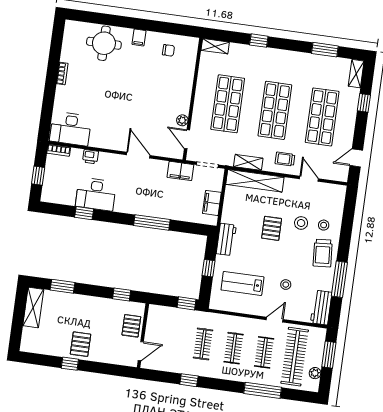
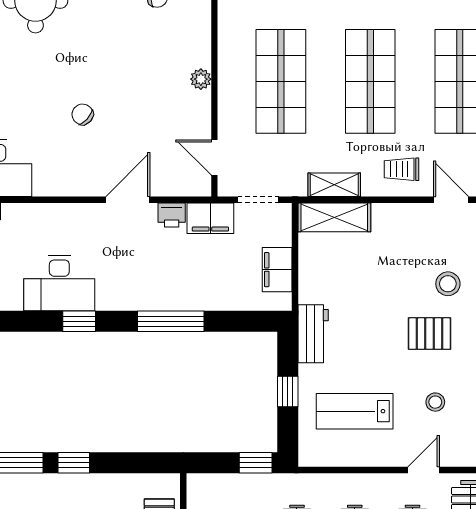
chair: (121, 107) -> (83, 114), added
plant: (182, 120) -> (201, 79), moved
door: (138, 155) -> (128, 200), hinge flipped
printer: (91, 157) -> (172, 215), moved
shelving: (255, 181) -> (334, 217), width x0.68
window: (84, 213) -> (79, 321), moved
pallet: (272, 228) -> (430, 334), moved, turned 90
window: (122, 294) -> (74, 463), moved

